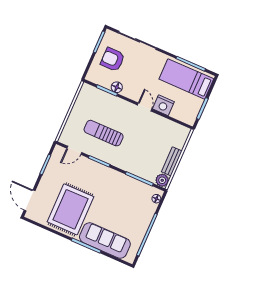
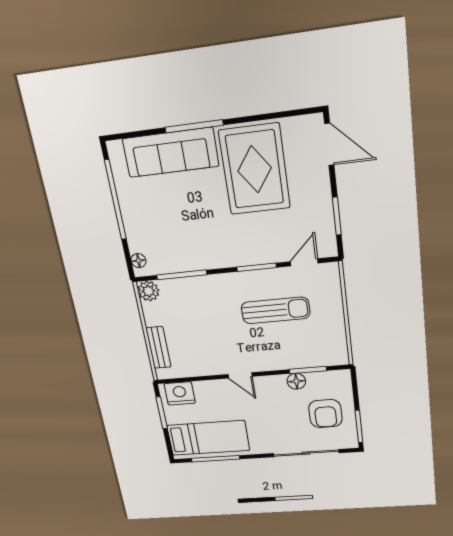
armchair: (113, 59) -> (325, 414), turned 90
nightstand: (163, 105) -> (180, 393), moved
bench: (172, 161) -> (158, 348), moved

